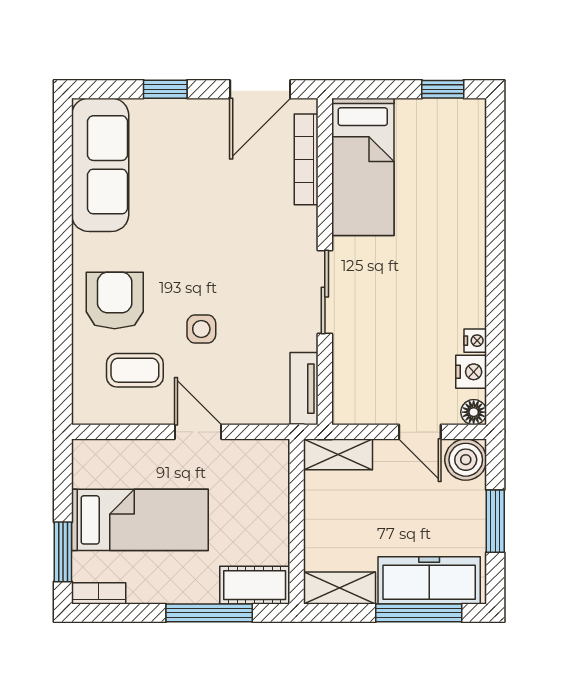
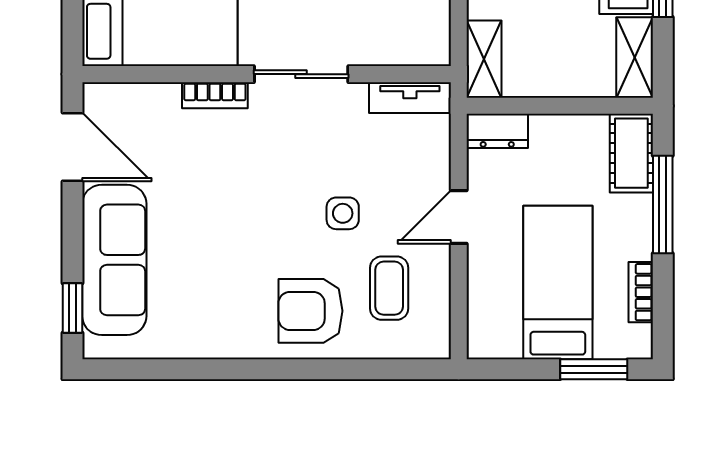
window: (165, 89) -> (72, 308), moved
bookcase: (306, 159) -> (215, 95), moved, width x0.64
sofa: (100, 165) -> (114, 260), moved, turned 90
dresser: (274, 466) -> (497, 131), added
bookcase: (99, 593) -> (641, 292), moved

